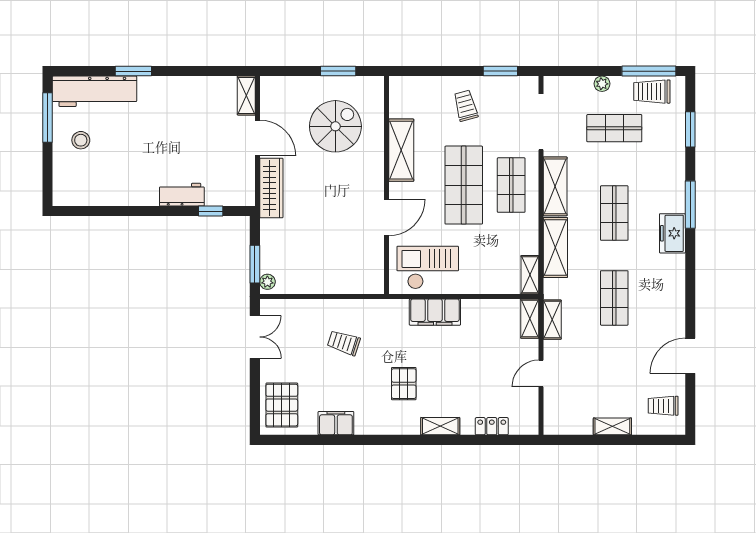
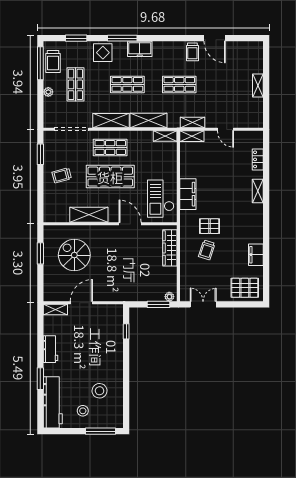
window: (48, 118) -> (100, 431), moved
stool: (114, 168) -> (100, 391), added
display table: (666, 173) -> (103, 53), added
wardrobe: (271, 188) -> (170, 248), moved, turned -90
workbench: (182, 195) -> (51, 349), moved, turned 180
pallet: (404, 384) -> (210, 226), moved
trolley: (663, 406) -> (192, 52), moved

